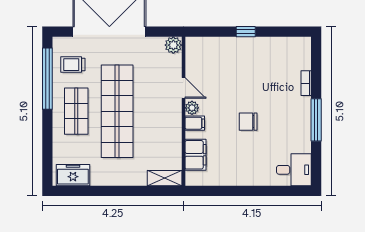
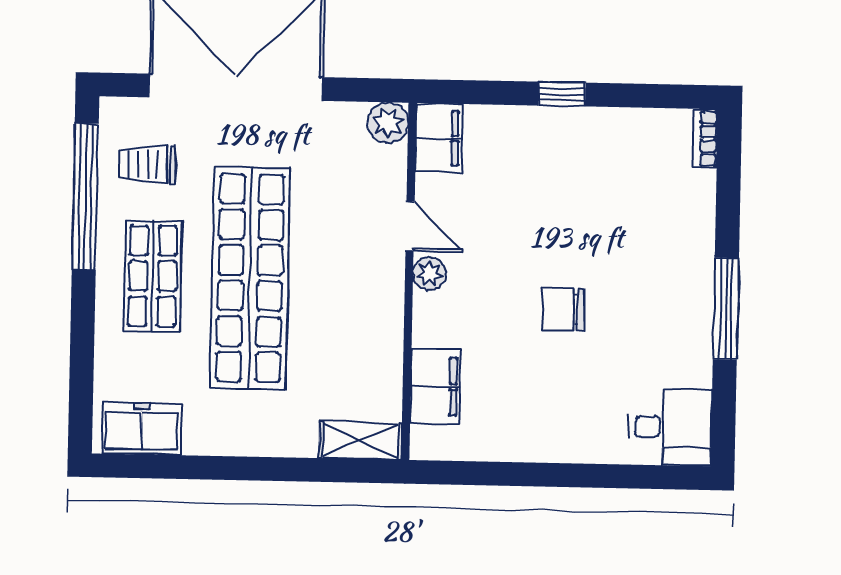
bookcase: (306, 83) -> (706, 139), moved
filing cabinet: (195, 123) -> (439, 138), moved, width x2.00

